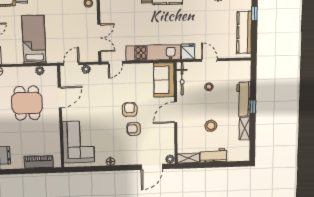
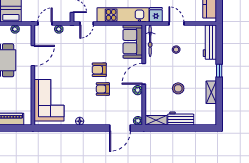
workbench: (244, 99) -> (210, 42), moved
armchair: (130, 110) -> (99, 70), turned -90
plant: (169, 129) -> (138, 90), added

